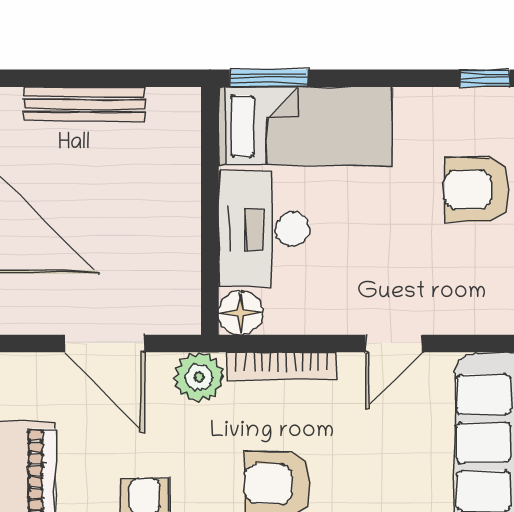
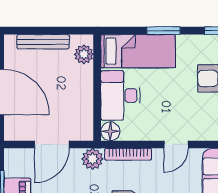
window: (269, 78) -> (163, 31), moved
plant: (179, 133) -> (84, 54), added
door: (104, 343) -> (52, 145), hinge flipped

